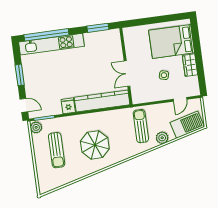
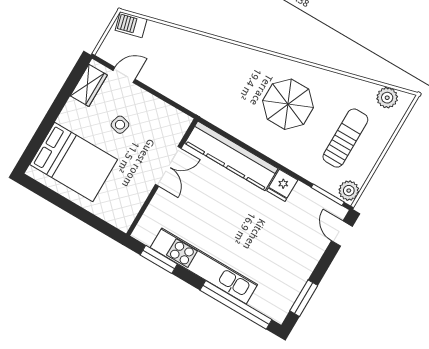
kitchen unit: (51, 44) -> (204, 266), moved
wardrobe: (190, 65) -> (89, 85), moved
window: (20, 75) -> (304, 298), moved
barbecue: (187, 125) -> (131, 25), width x0.53, depth x0.65
sun lounger: (141, 126) -> (206, 81), removed
plant: (162, 138) -> (387, 98), moved

